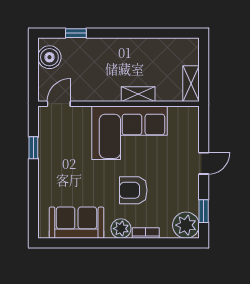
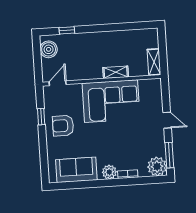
door: (204, 163) -> (167, 120), hinge flipped
armchair: (133, 190) -> (63, 126), moved
window: (204, 211) -> (169, 155), width x1.50

